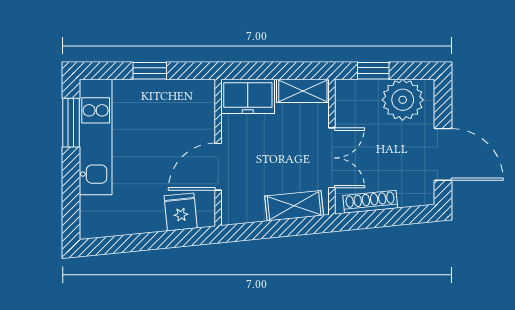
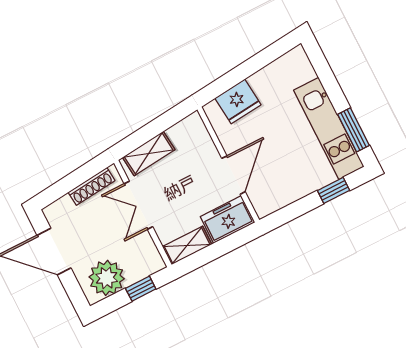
window: (150, 71) -> (333, 190), moved
door: (218, 167) -> (234, 175), moved
fridge: (181, 212) -> (238, 101), width x1.38

